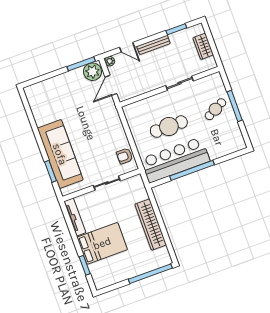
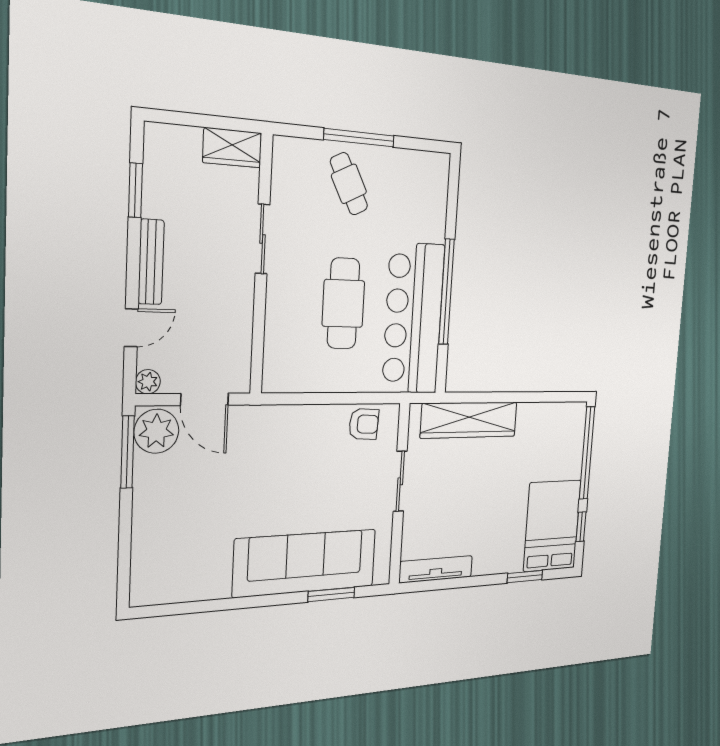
wardrobe: (203, 46) -> (232, 148), moved
armchair: (125, 156) -> (364, 424), turned -87
wardrobe: (151, 225) -> (469, 420), moved
bed: (102, 243) -> (552, 526), moved
window: (116, 286) -> (581, 527), added

